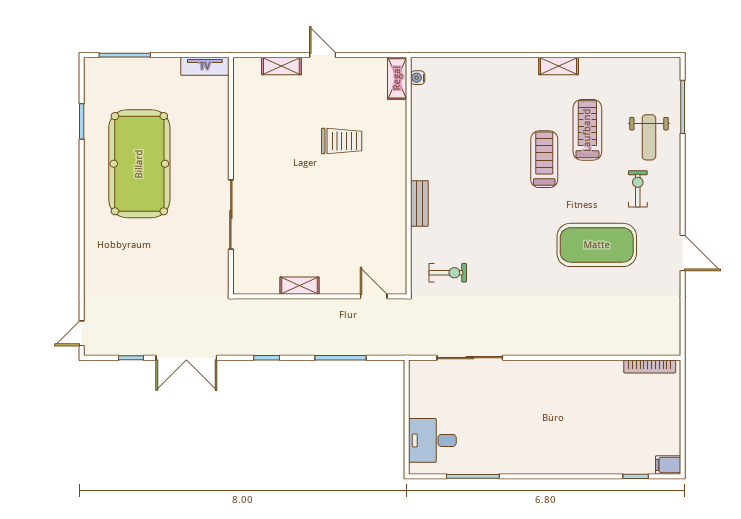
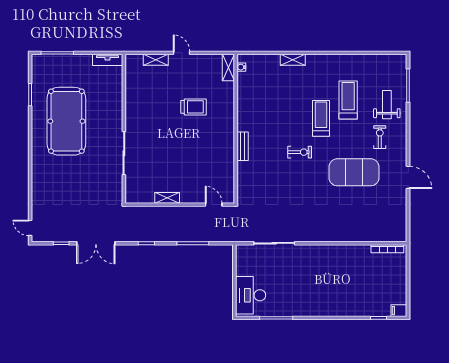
shelving: (559, 66) -> (293, 60), moved
weight bench: (649, 137) -> (387, 105), turned 180
exercise bike: (448, 273) -> (300, 152), moved
door: (82, 333) -> (30, 228), hinge flipped
desk: (432, 440) -> (251, 295), width x1.37

